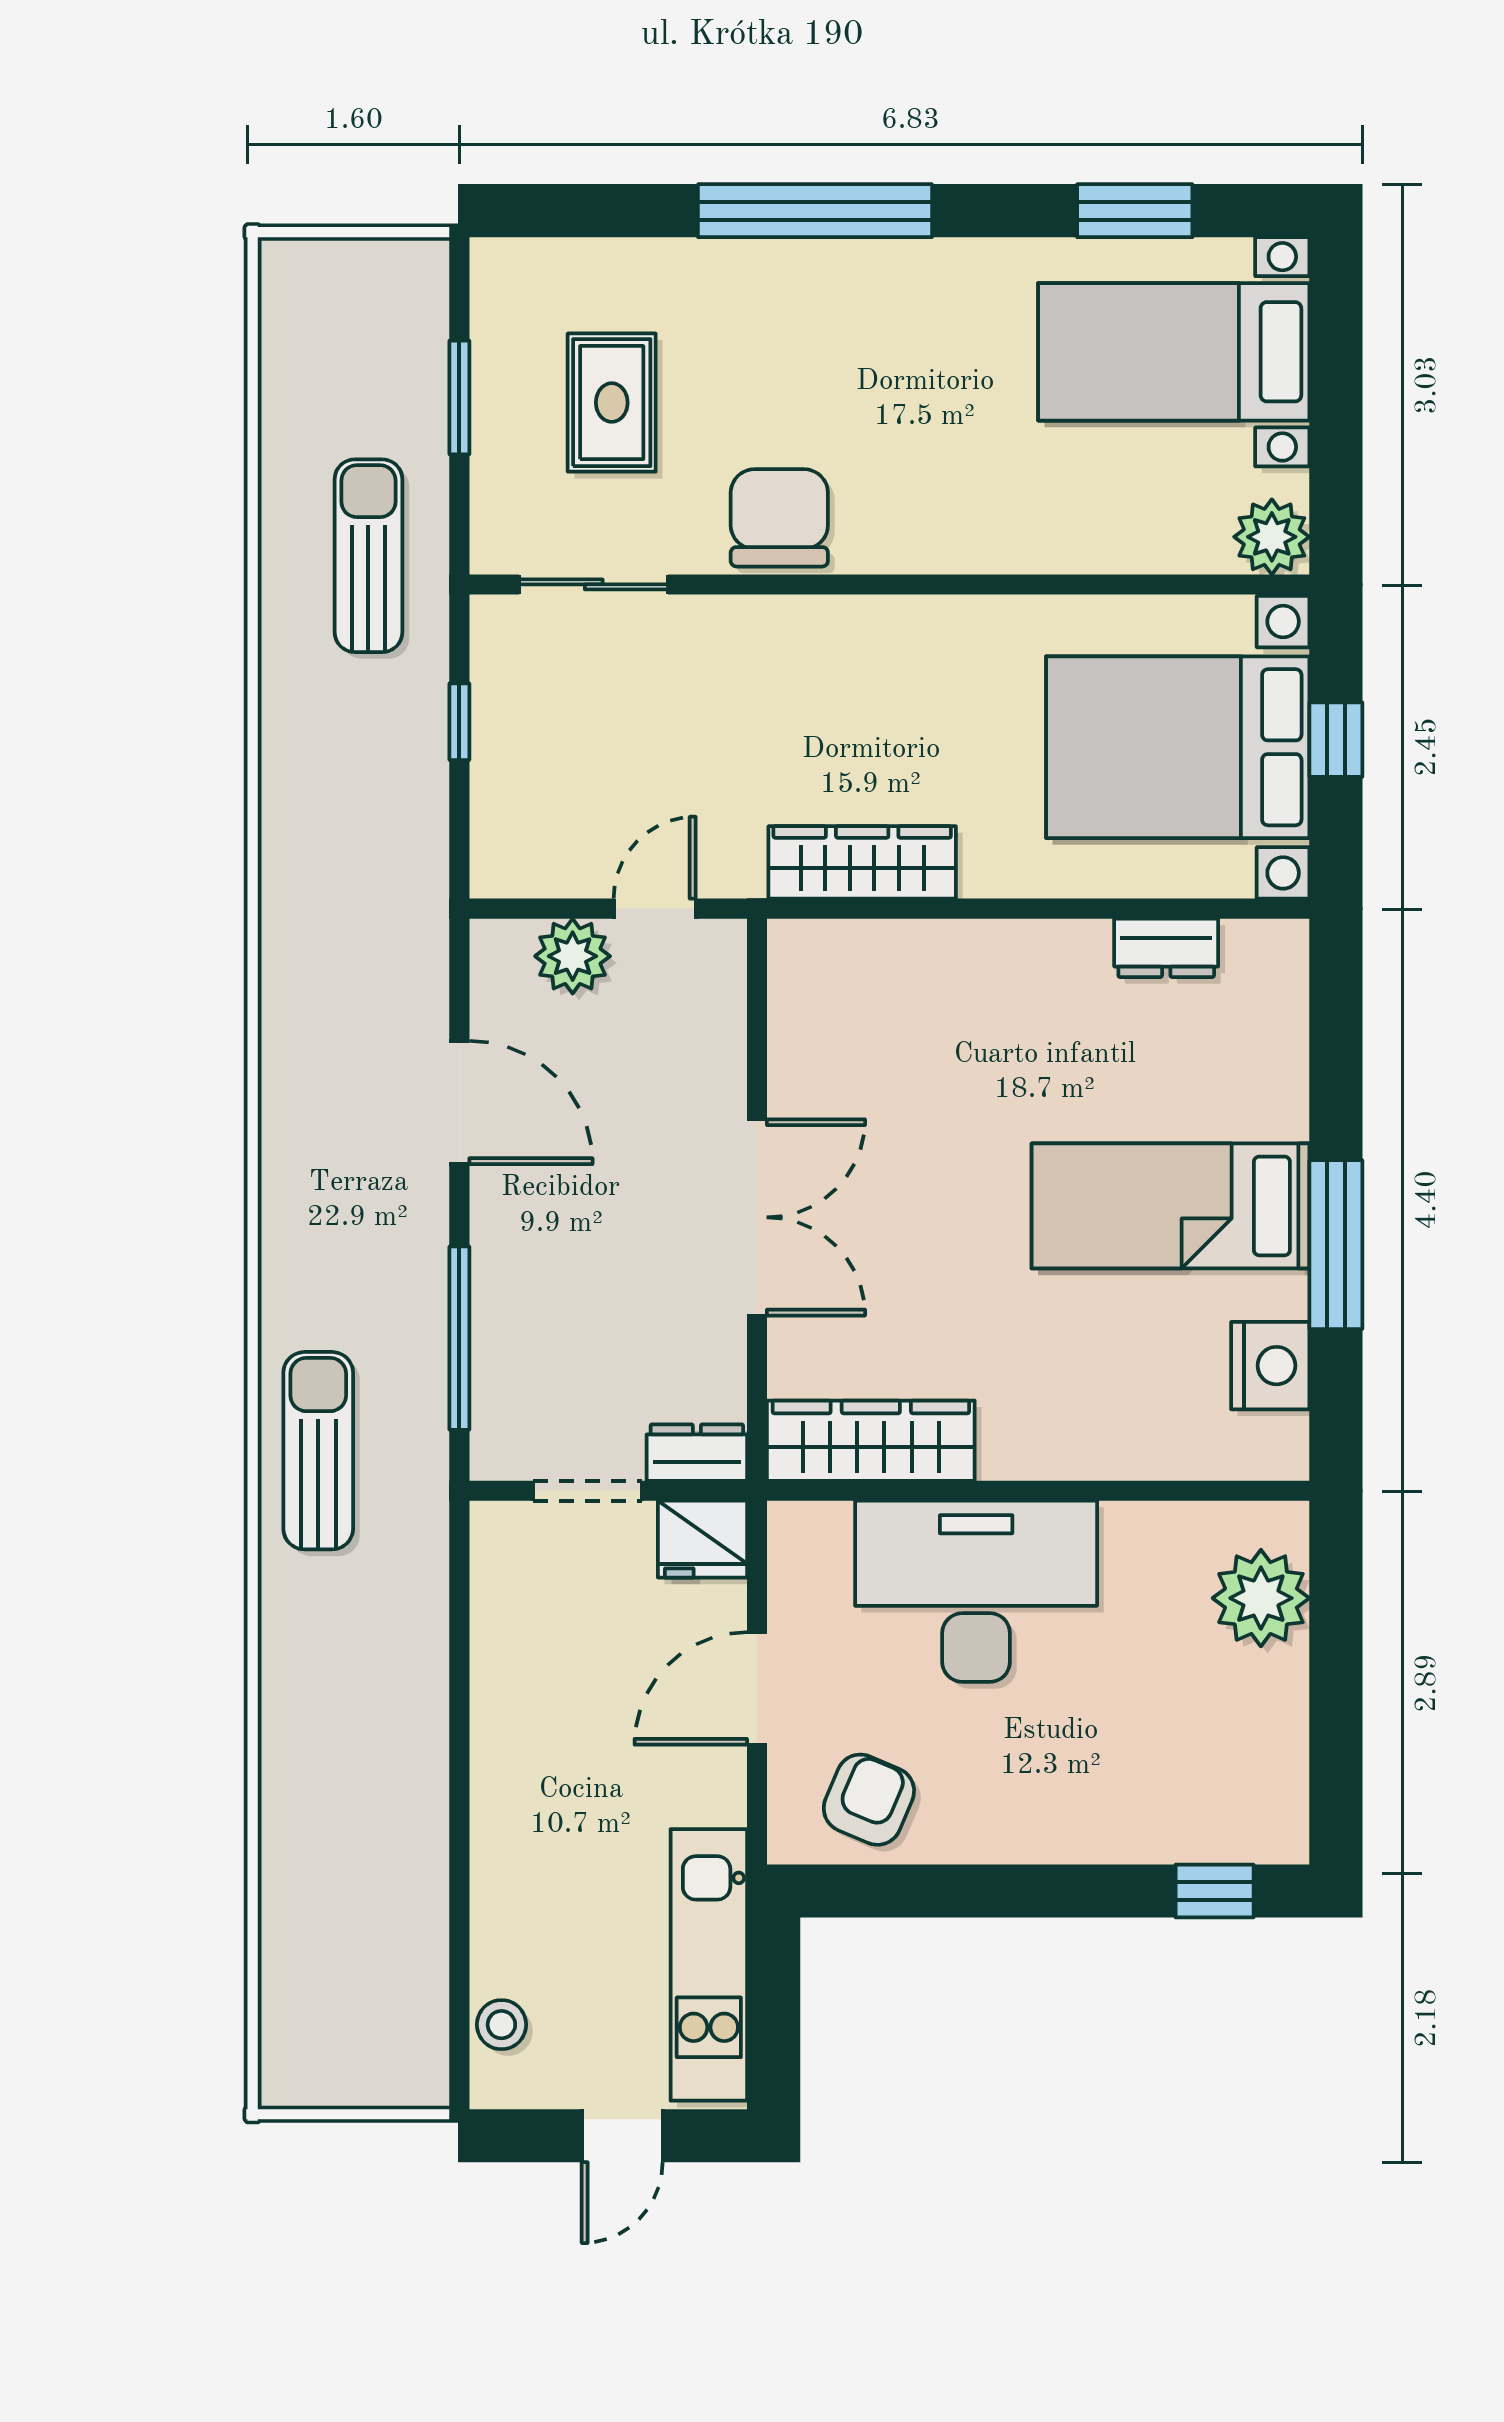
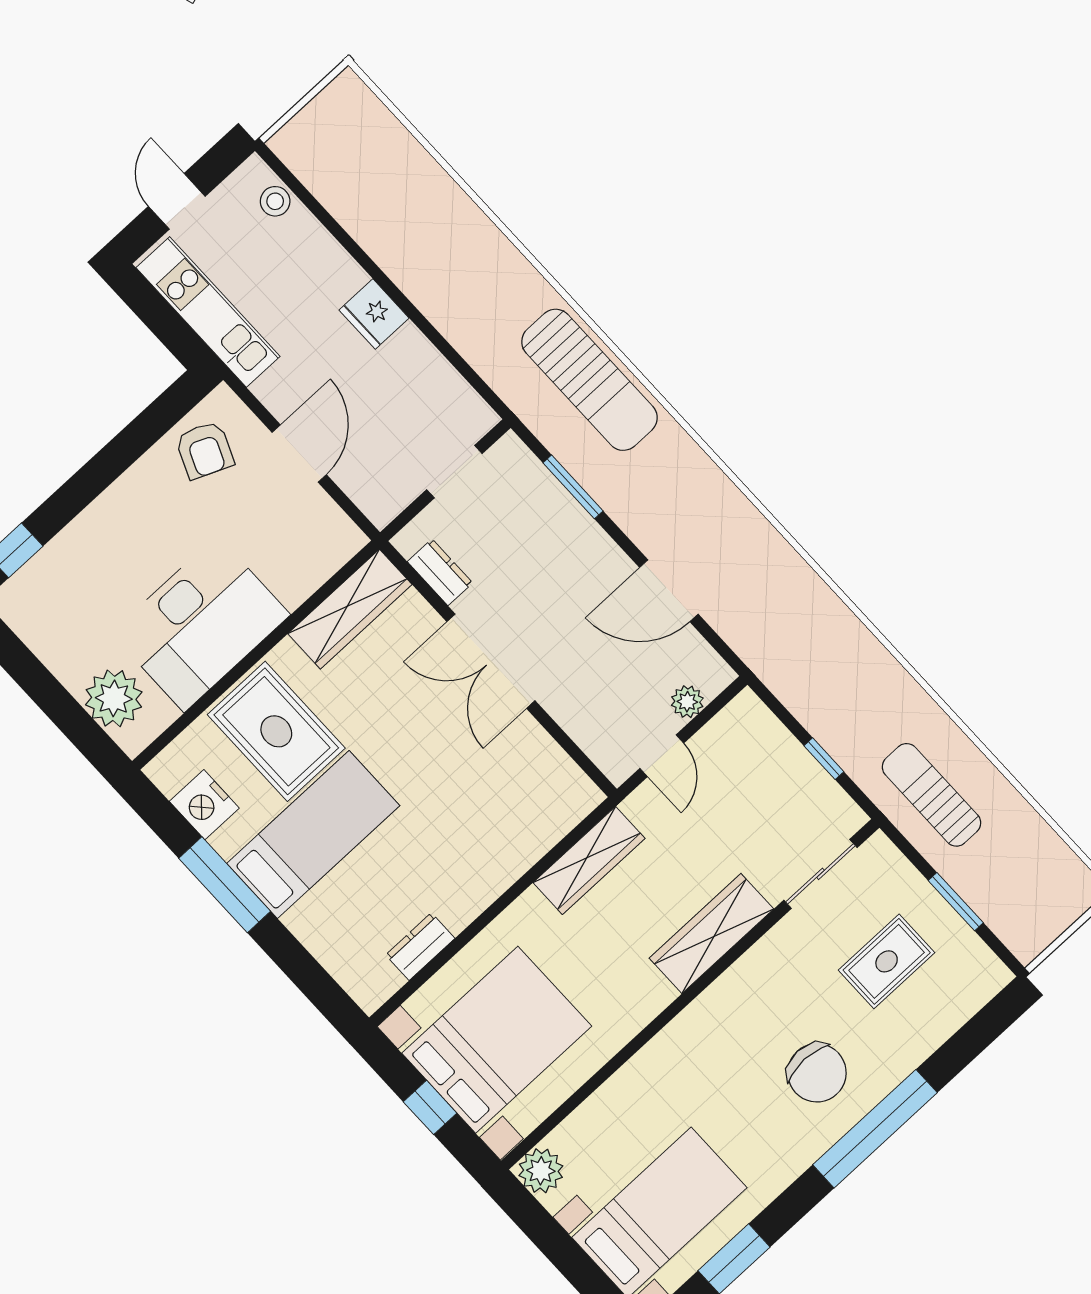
rug: (612, 403) -> (887, 961), turned 90
chair: (779, 518) -> (817, 1073), moved
sun lounger: (368, 556) -> (931, 795), turned 180
wardrobe: (795, 635) -> (711, 933), added
plant: (573, 956) -> (687, 702), width x0.73, depth x0.73
window: (459, 1338) -> (573, 487), width x0.69
rug: (1099, 1374) -> (276, 731), added
sun lounger: (318, 1451) -> (589, 380), width x1.36, depth x1.34
dresser: (697, 1453) -> (440, 572), moved, turned -90
fridge: (702, 1539) -> (374, 314), moved, turned -90
desk: (976, 1591) -> (201, 624), moved

